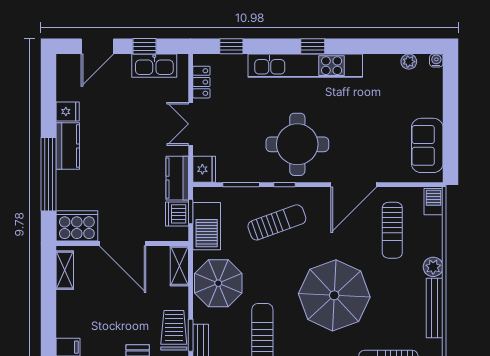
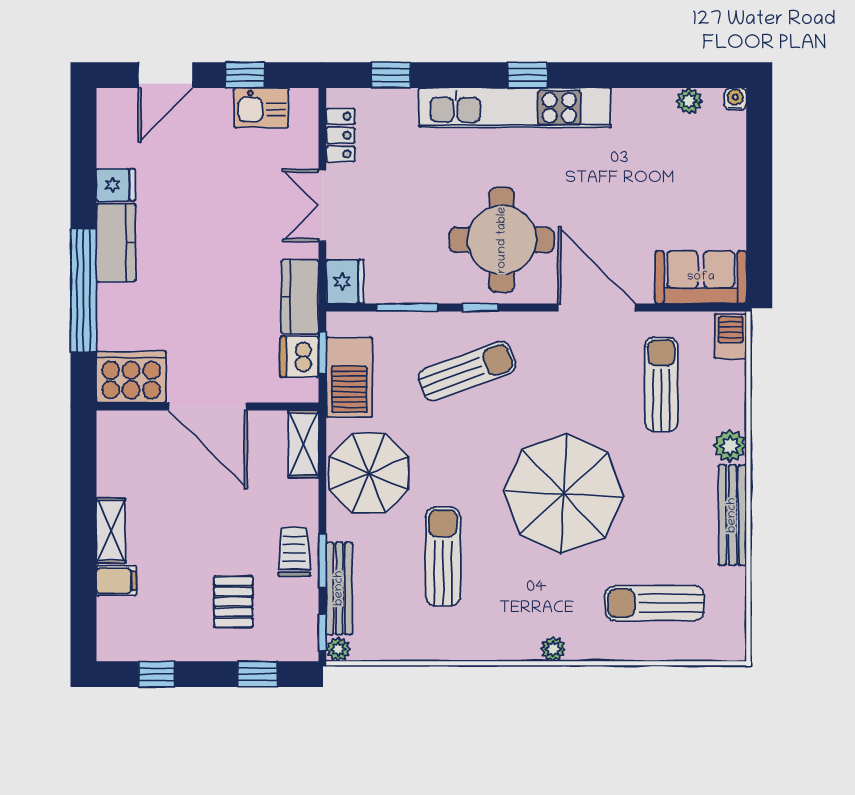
kitchen sink: (154, 66) -> (261, 108), width x0.73
sofa: (427, 145) -> (701, 277), moved, turned 90
door: (354, 185) -> (597, 308), swing flipped
sun lounger: (392, 230) -> (661, 384), turned 180
shelving: (65, 270) -> (111, 531), moved
trolley: (174, 330) -> (294, 552), width x0.73, depth x0.72

